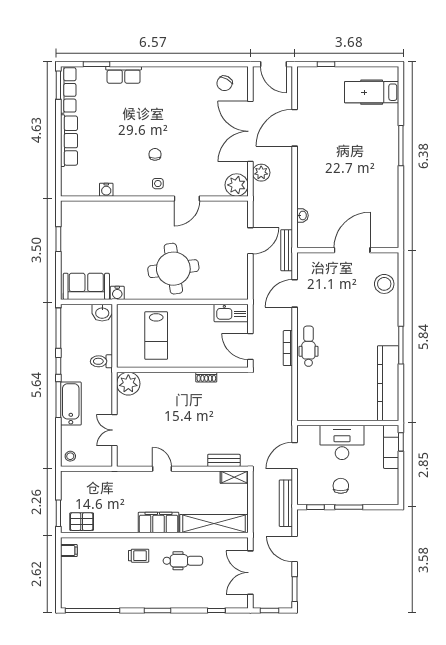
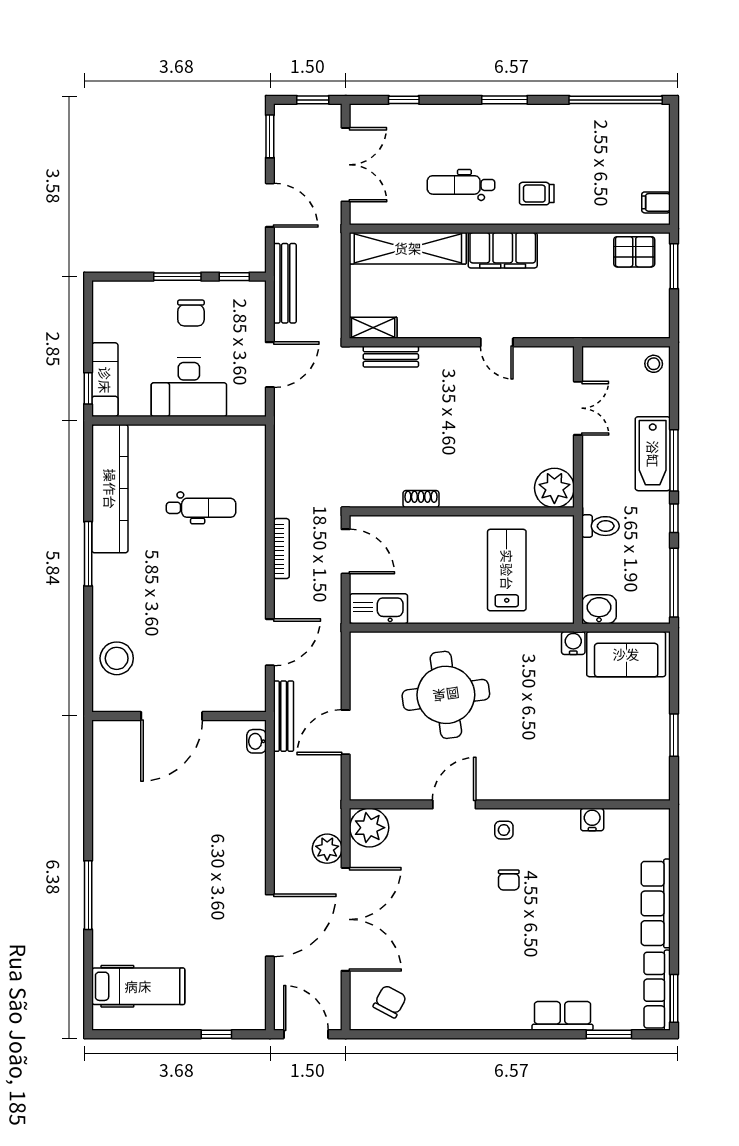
washbasin: (302, 215) -> (257, 741), moved
round table: (173, 269) -> (446, 695), moved
dental chair: (309, 346) -> (201, 508), moved, turned -90

